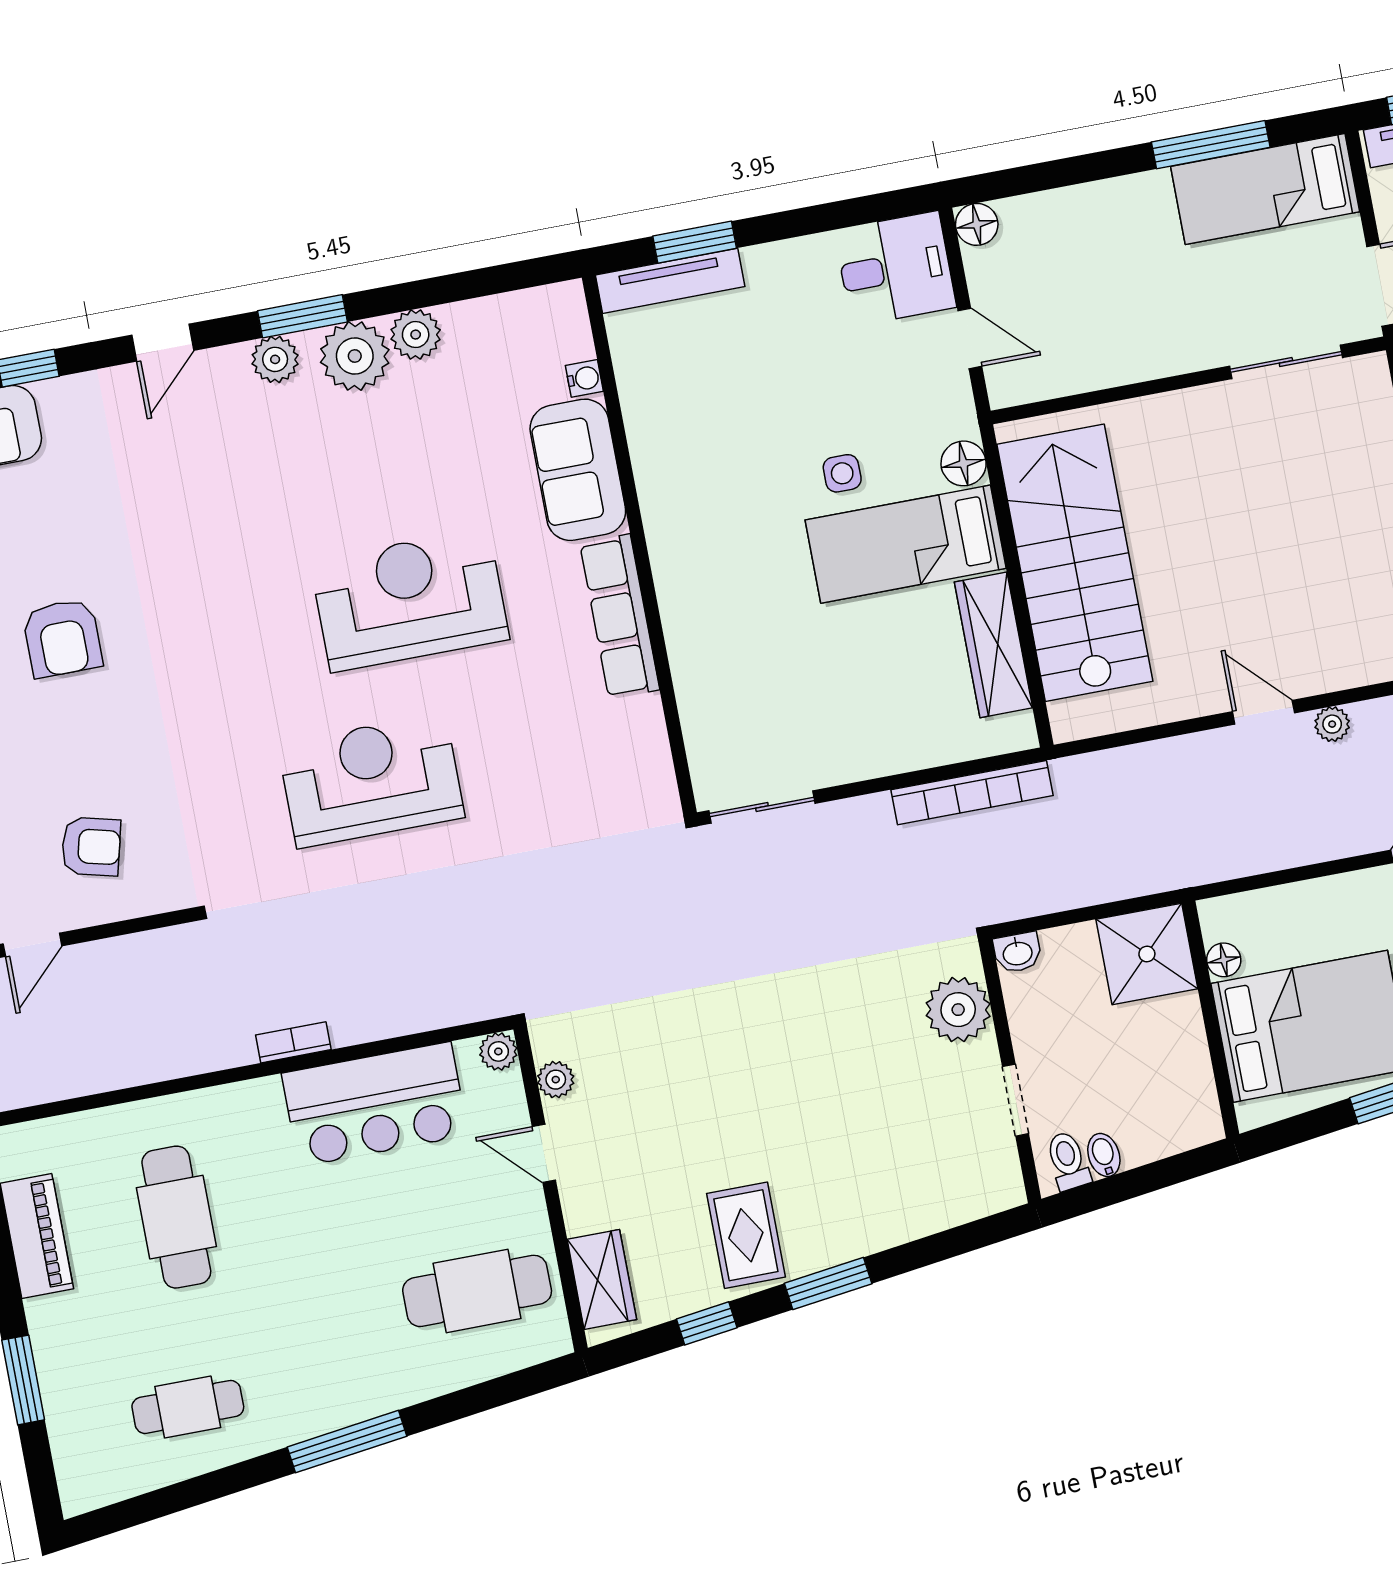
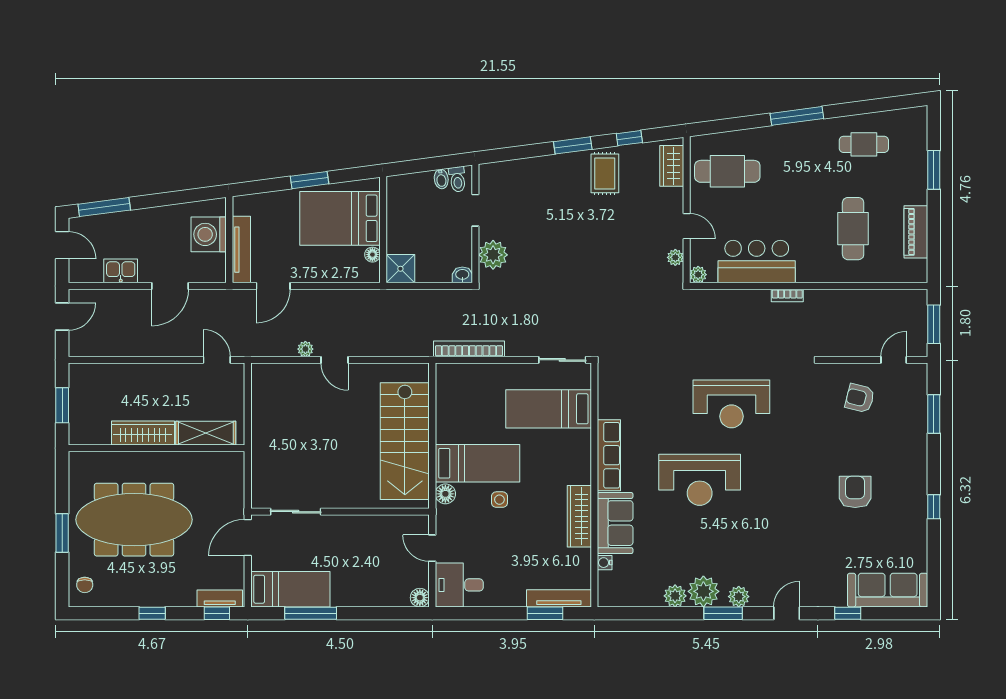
wardrobe: (993, 645) -> (579, 516), moved, turned 180
bed: (772, 694) -> (549, 409), added
shower: (1147, 954) -> (400, 269), width x0.73, depth x0.73

